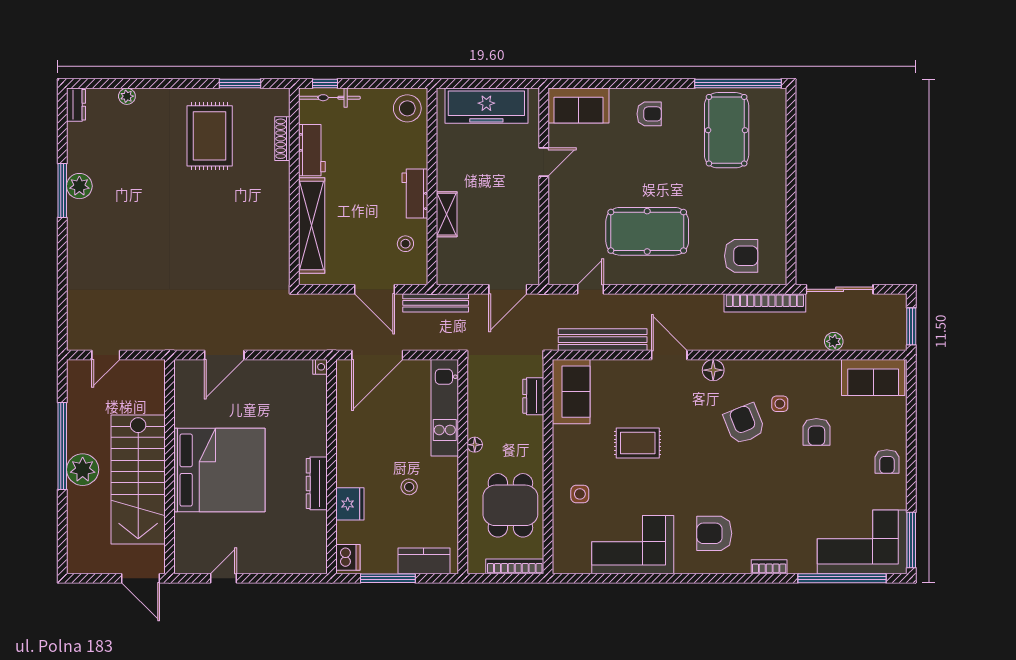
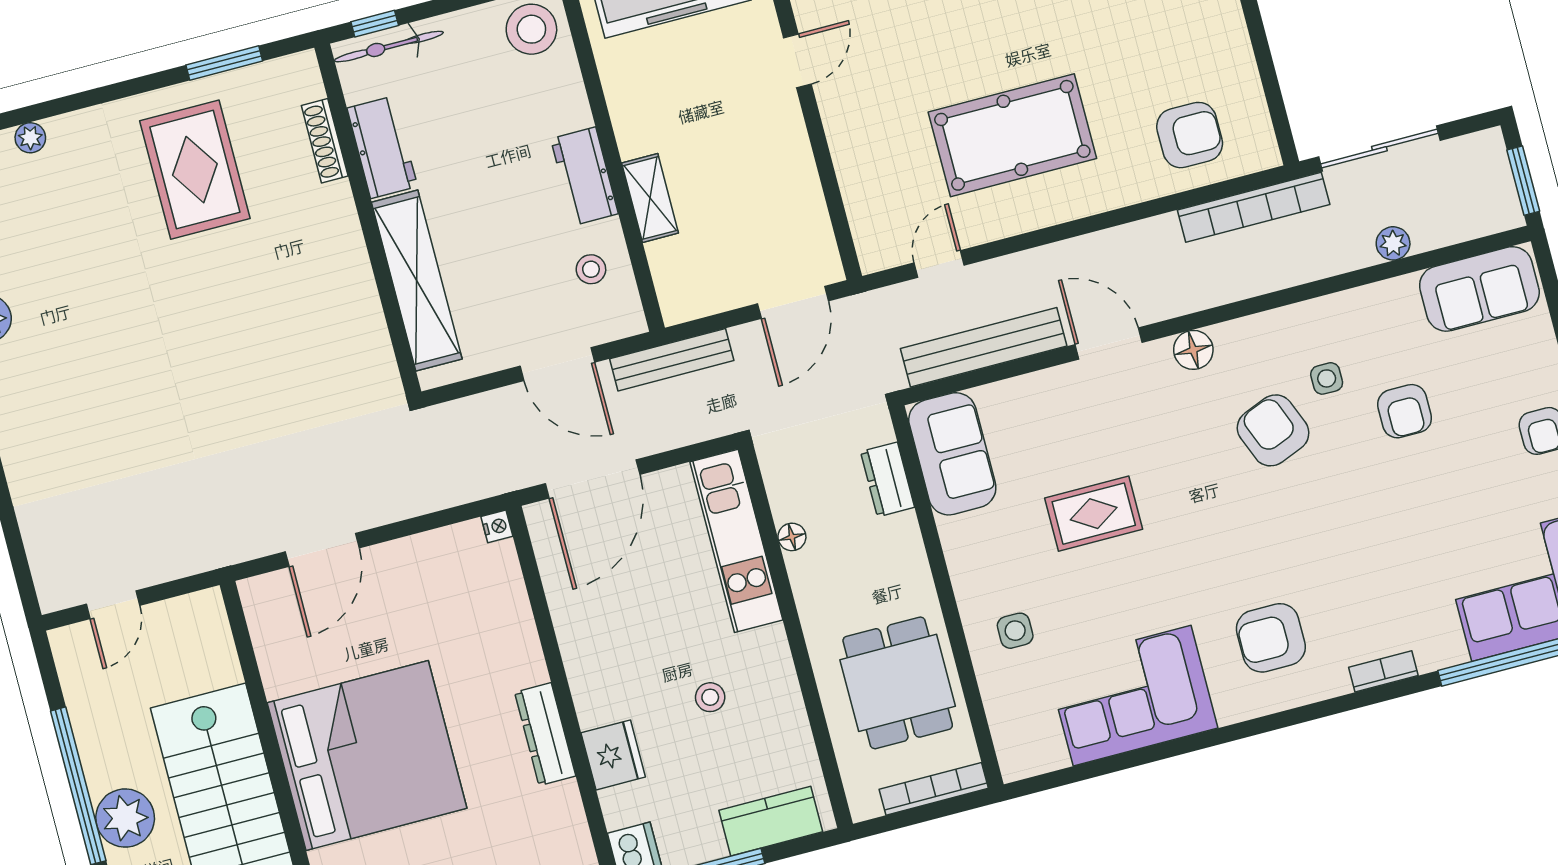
floor lamp: (475, 445) -> (792, 537), moved

